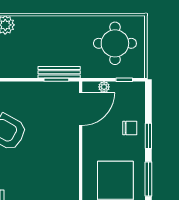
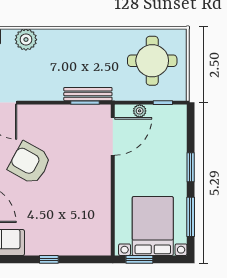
chair: (130, 128) -> (169, 158), removed

